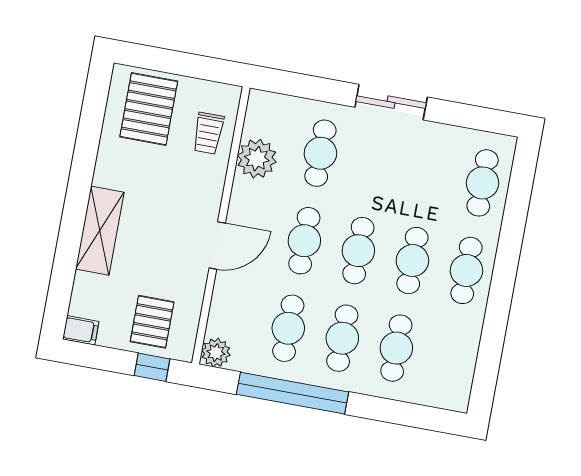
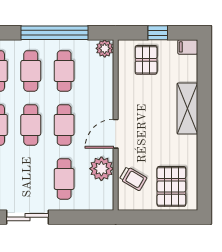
trolley: (208, 133) -> (133, 179), turned 120
door: (217, 245) -> (116, 134), moved
window: (152, 367) -> (158, 33), moved

